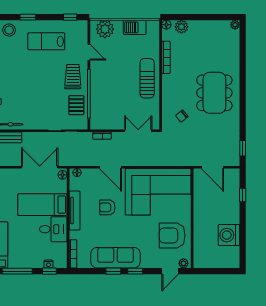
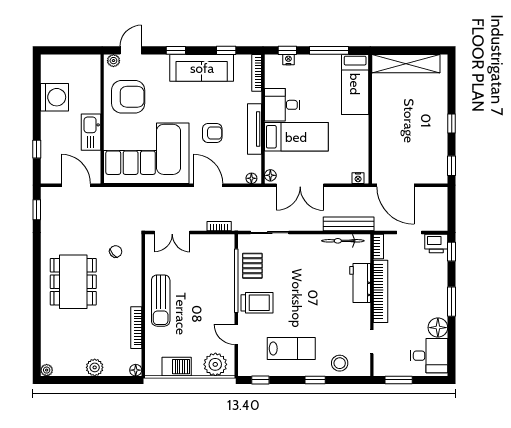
plant: (181, 27) -> (95, 367), moved
trolley: (73, 77) -> (257, 303), turned -90
kitchen sink: (201, 208) -> (91, 132), added
window: (113, 271) -> (226, 50), moved

